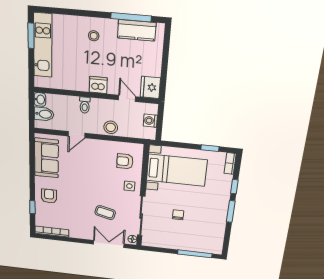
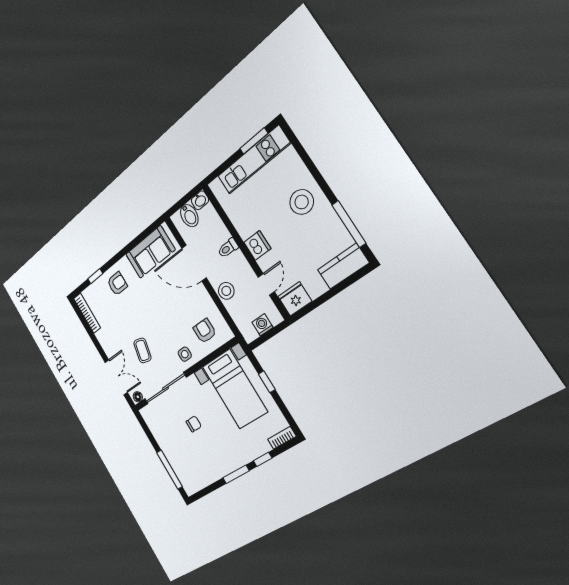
kitchen counter: (137, 30) -> (343, 266), moved, turned 90
stool: (94, 36) -> (302, 202), width x1.89, depth x1.89
door: (77, 135) -> (194, 263), width x1.87
window: (210, 148) -> (267, 382), moved

